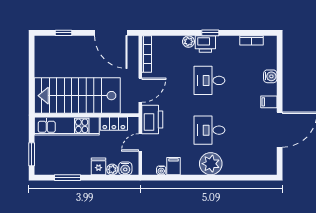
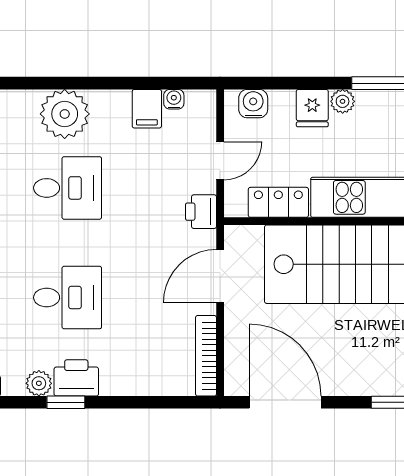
plant: (188, 42) -> (39, 383), moved
printer: (152, 119) -> (201, 212), width x0.53, depth x0.68
plant: (112, 169) -> (343, 101), moved

